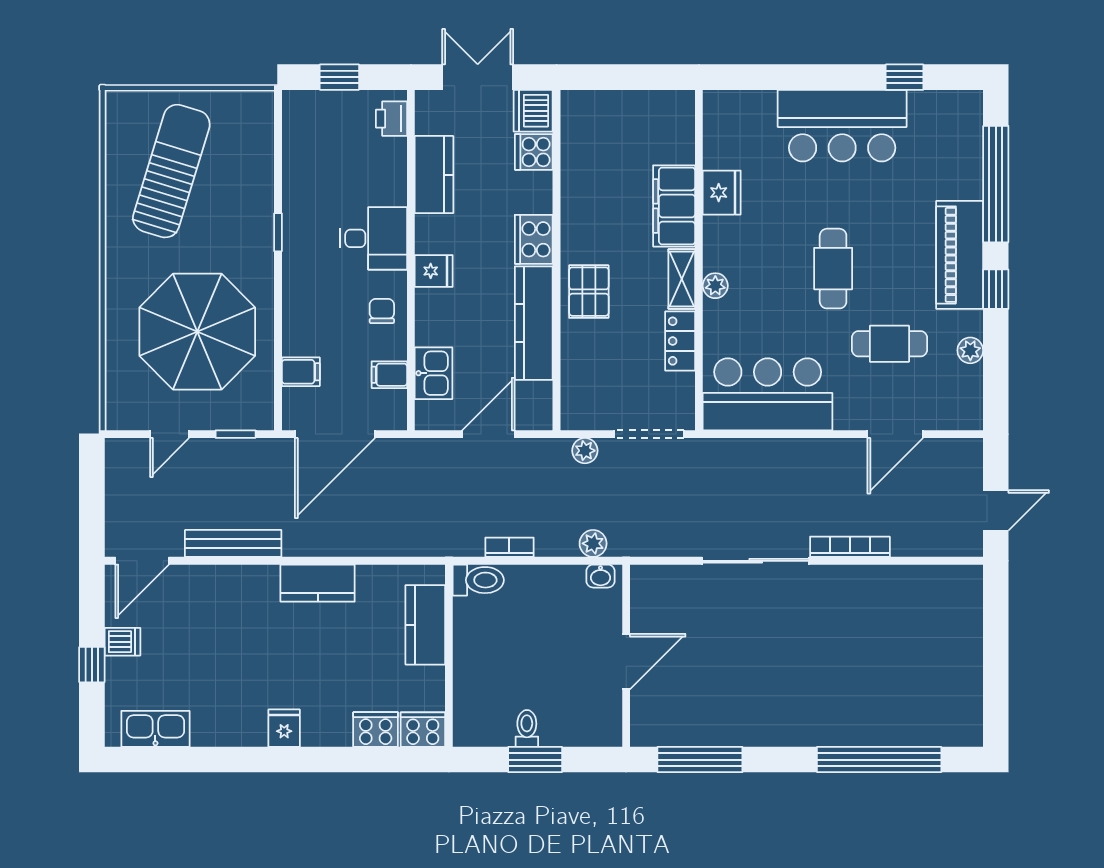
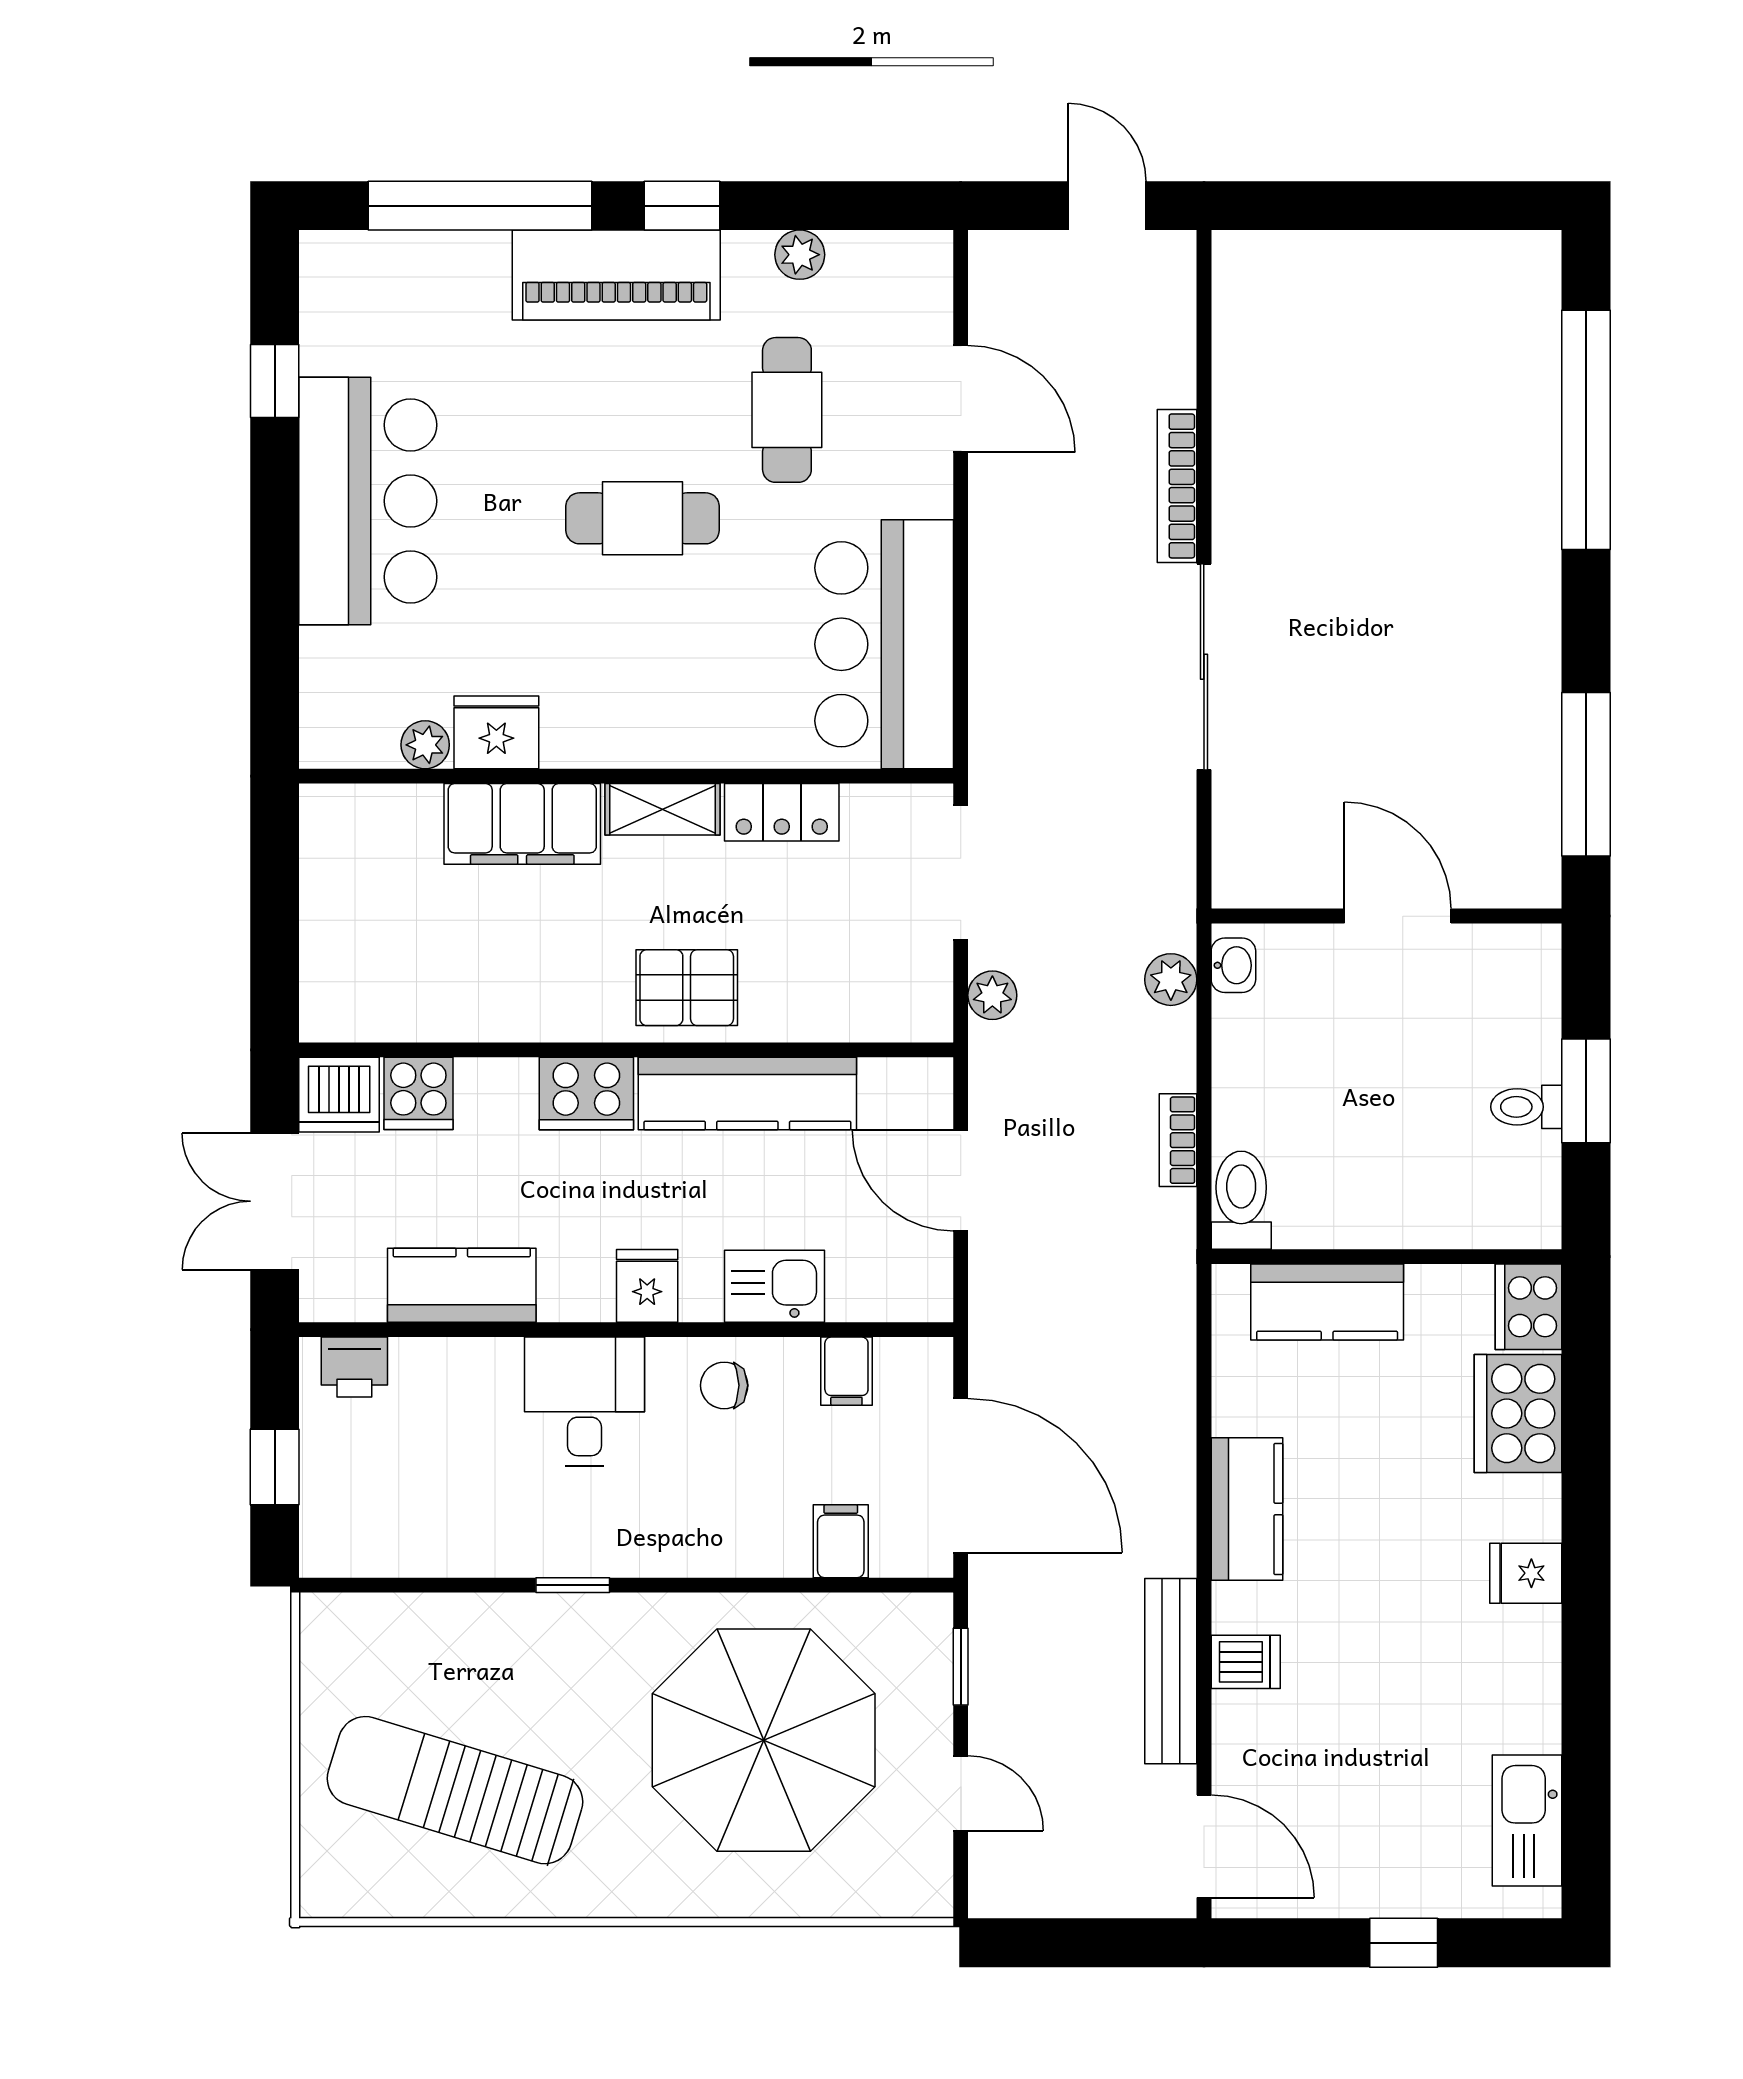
plant: (715, 286) -> (425, 745), moved
kitchen sink: (433, 373) -> (775, 1286), moved
dishwasher: (122, 642) -> (1246, 1662), moved, turned 90
cooker: (376, 730) -> (1518, 1413), width x1.37, depth x1.31

